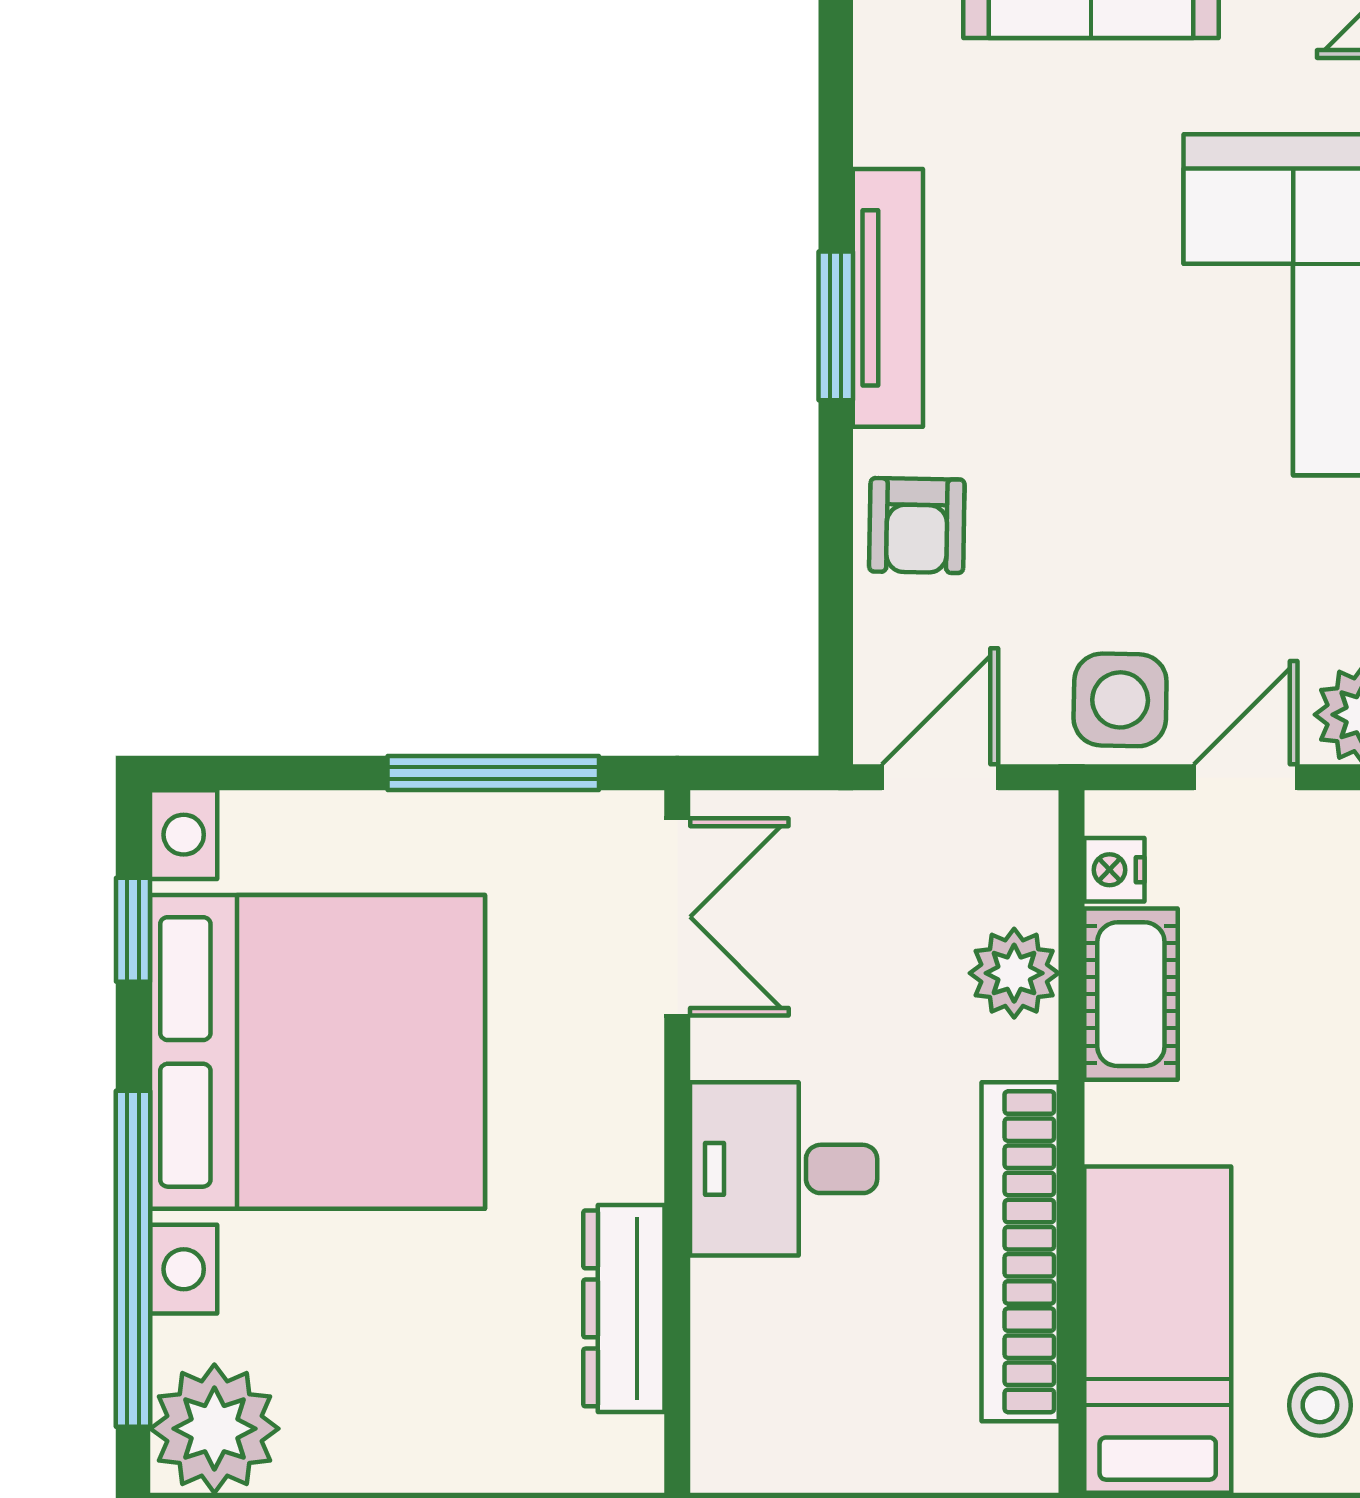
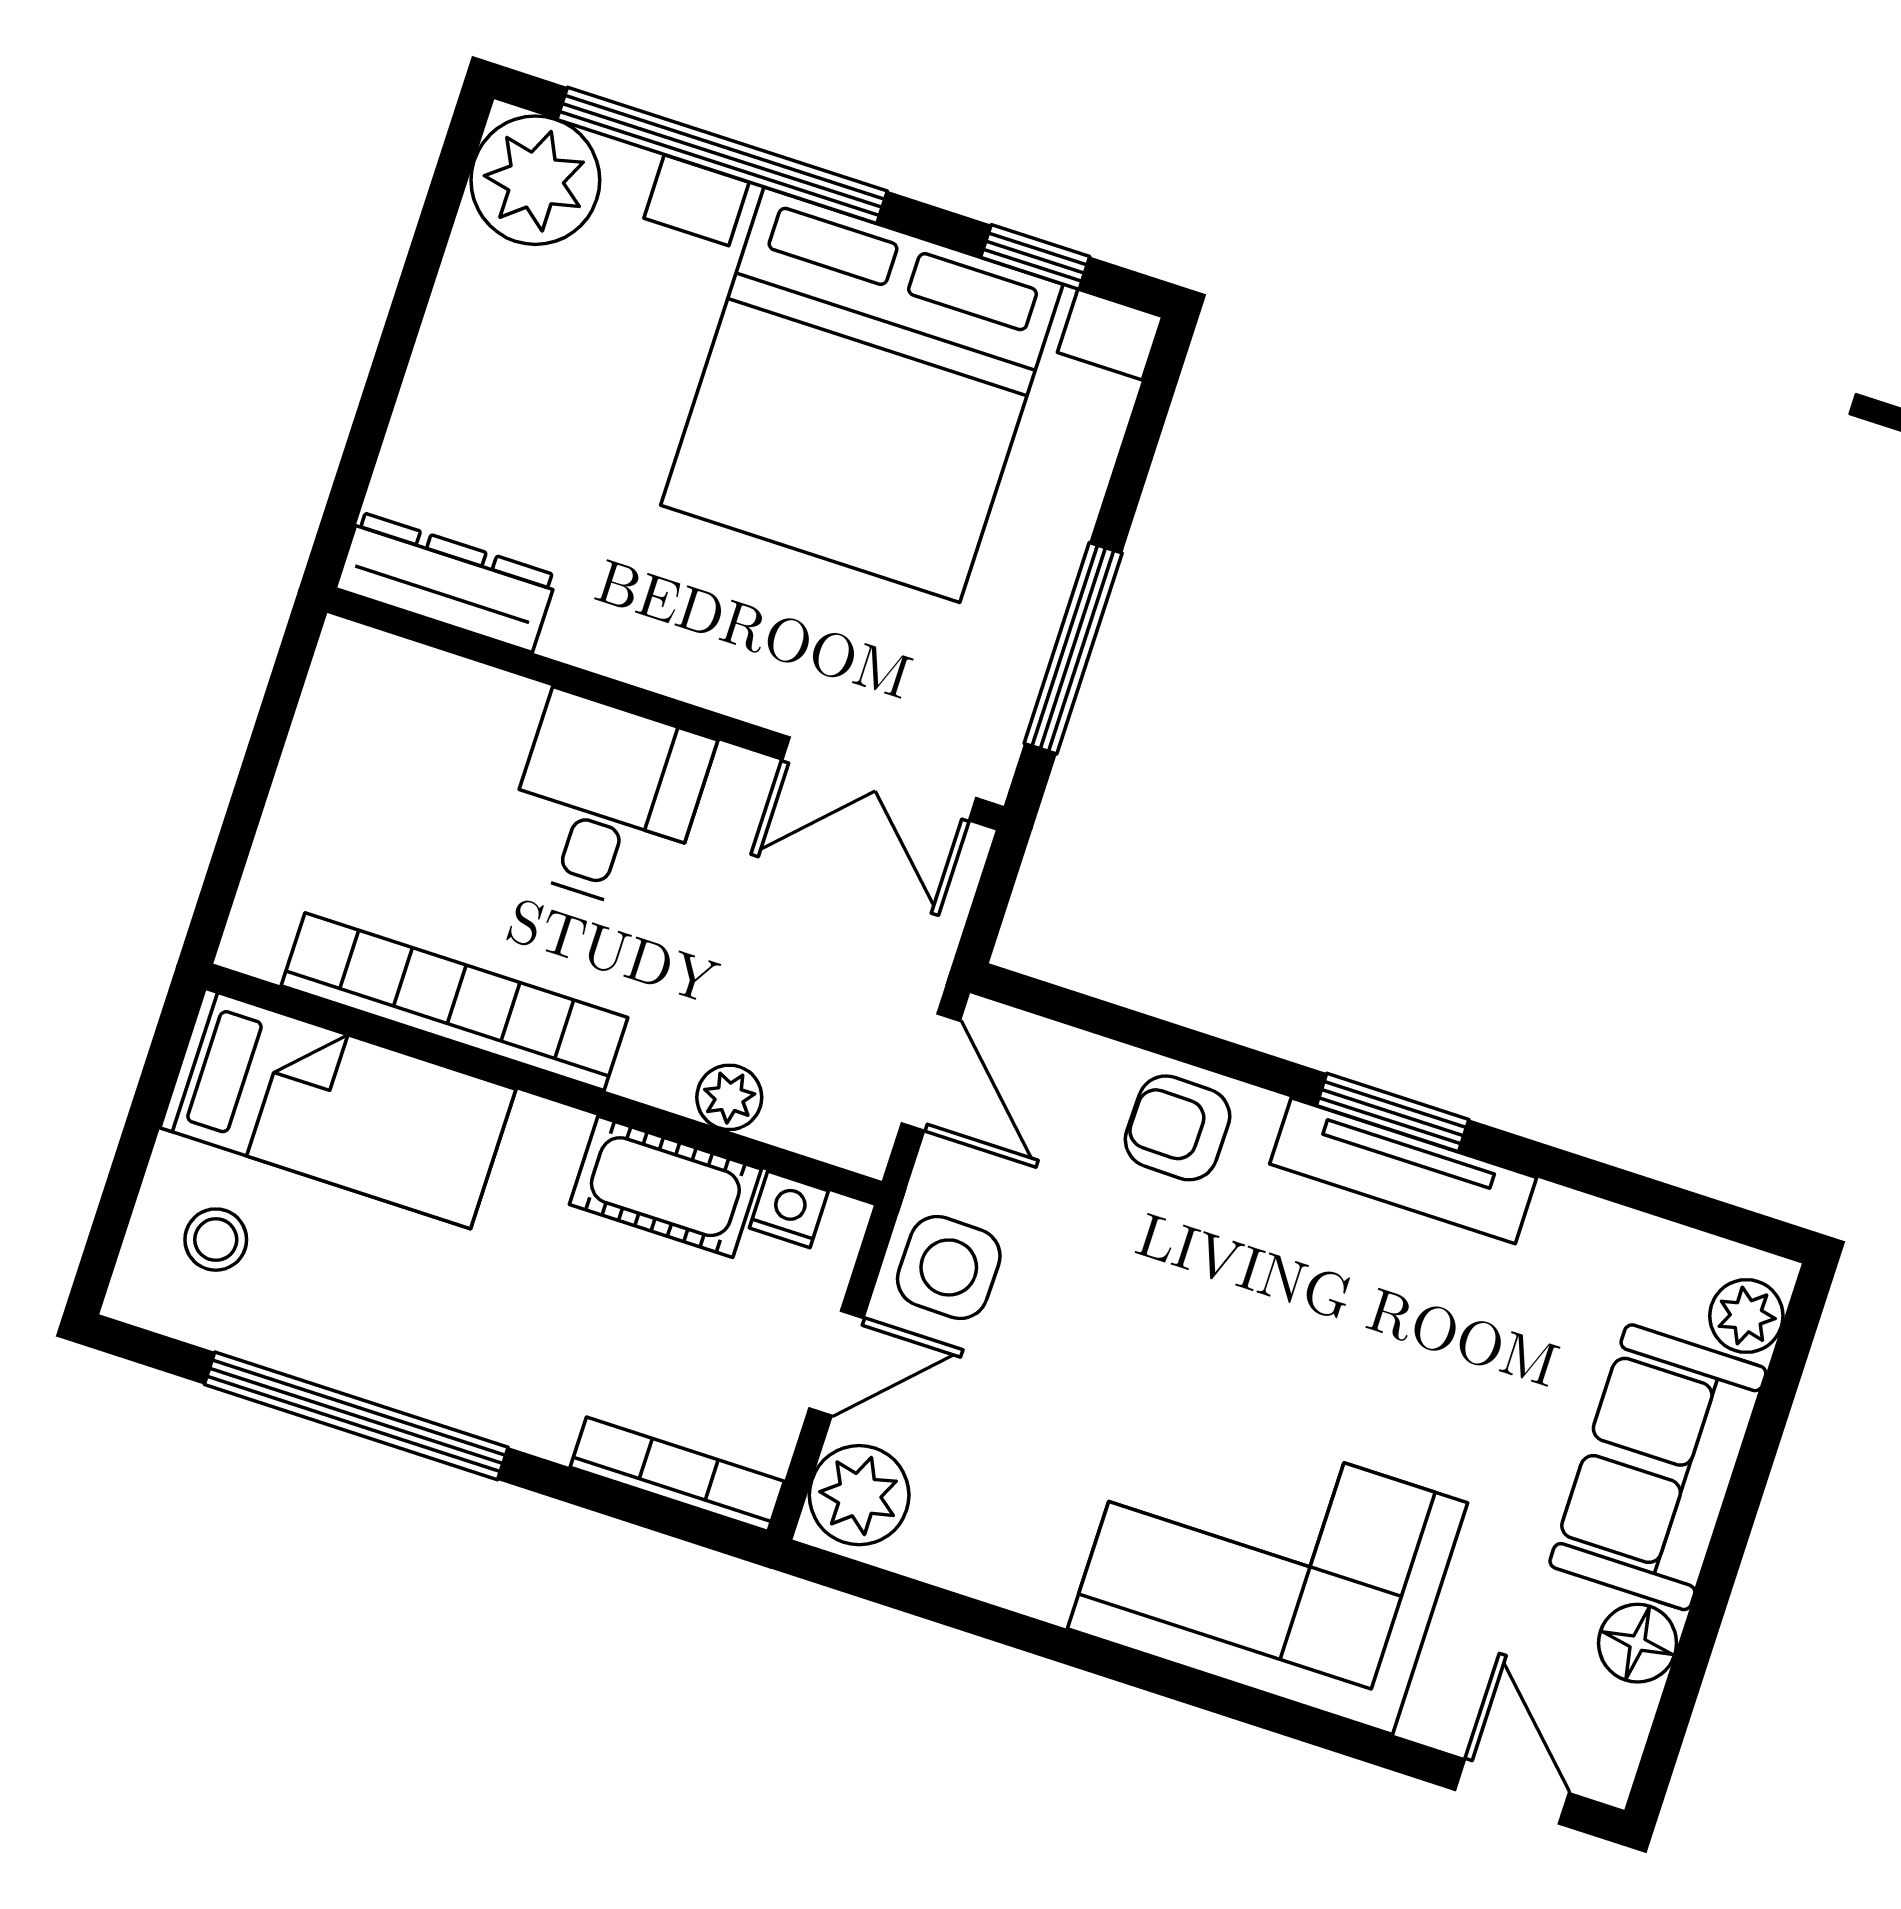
door: (1246, 777) -> (836, 1363), hinge flipped
plant: (1014, 973) -> (729, 1097), width x0.73, depth x0.73
dresser: (624, 1308) -> (446, 582), moved

